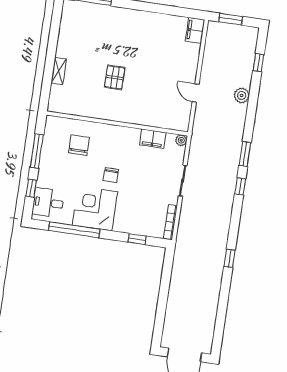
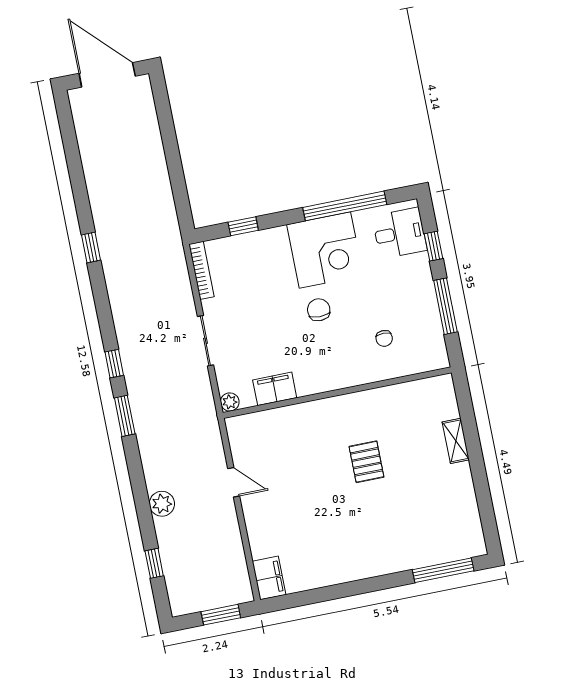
chair: (79, 145) -> (384, 338), width x0.54, depth x0.54

